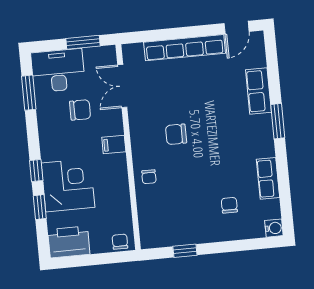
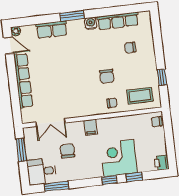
plant: (257, 38) -> (16, 31), added
desk: (58, 71) -> (41, 171), width x0.73
chair: (176, 134) -> (107, 76), moved
row of seats: (268, 178) -> (118, 21), width x1.48
coffee table: (159, 218) -> (140, 96), added
water cooler: (274, 228) -> (91, 23), moved
printer: (69, 242) -> (162, 163), width x0.53, depth x0.68

